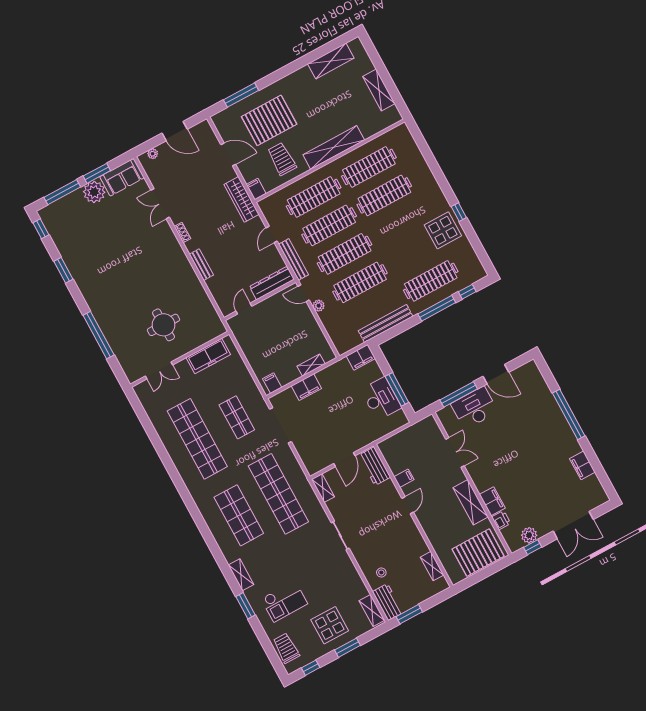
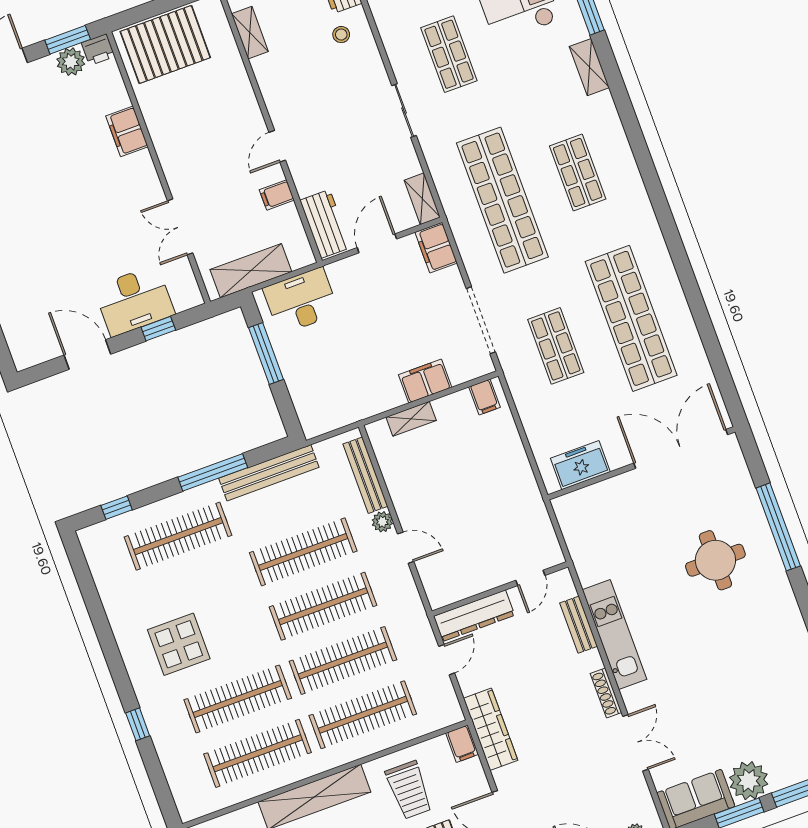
window: (459, 212) -> (138, 724), moved
display table: (443, 230) -> (179, 644), moved
shoe rack: (182, 232) -> (606, 693), width x1.43
bench: (293, 260) -> (365, 475), moved
kitchen unit: (181, 262) -> (614, 635), added
dresser: (272, 283) -> (474, 616), moved
wall: (260, 300) -> (500, 589), moved
window: (437, 308) -> (213, 472), moved
door: (244, 309) -> (530, 578), moved
round table: (164, 325) -> (715, 560), moved
freezer: (208, 356) -> (580, 465), width x0.71
filing cabinet: (361, 357) -> (436, 248), moved, turned -90
double door: (159, 370) -> (681, 449), width x1.87
window: (459, 394) -> (158, 329), width x0.46
desk: (381, 399) -> (301, 301), moved, turned 90
shelving: (471, 502) -> (251, 271), moved, turned 90
shop shelf: (239, 515) -> (578, 173), width x0.70, depth x0.74
printer: (501, 520) -> (98, 50), moved, turned -90
window: (533, 547) -> (68, 40), width x1.50
shop shelf: (320, 570) -> (449, 54), added

